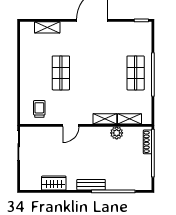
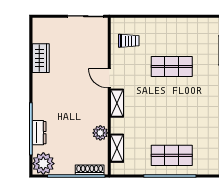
shelving: (105, 119) -> (117, 103), moved
plant: (142, 181) -> (43, 164), added
dresser: (116, 184) -> (39, 133), added
bench: (91, 185) -> (39, 102), removed

